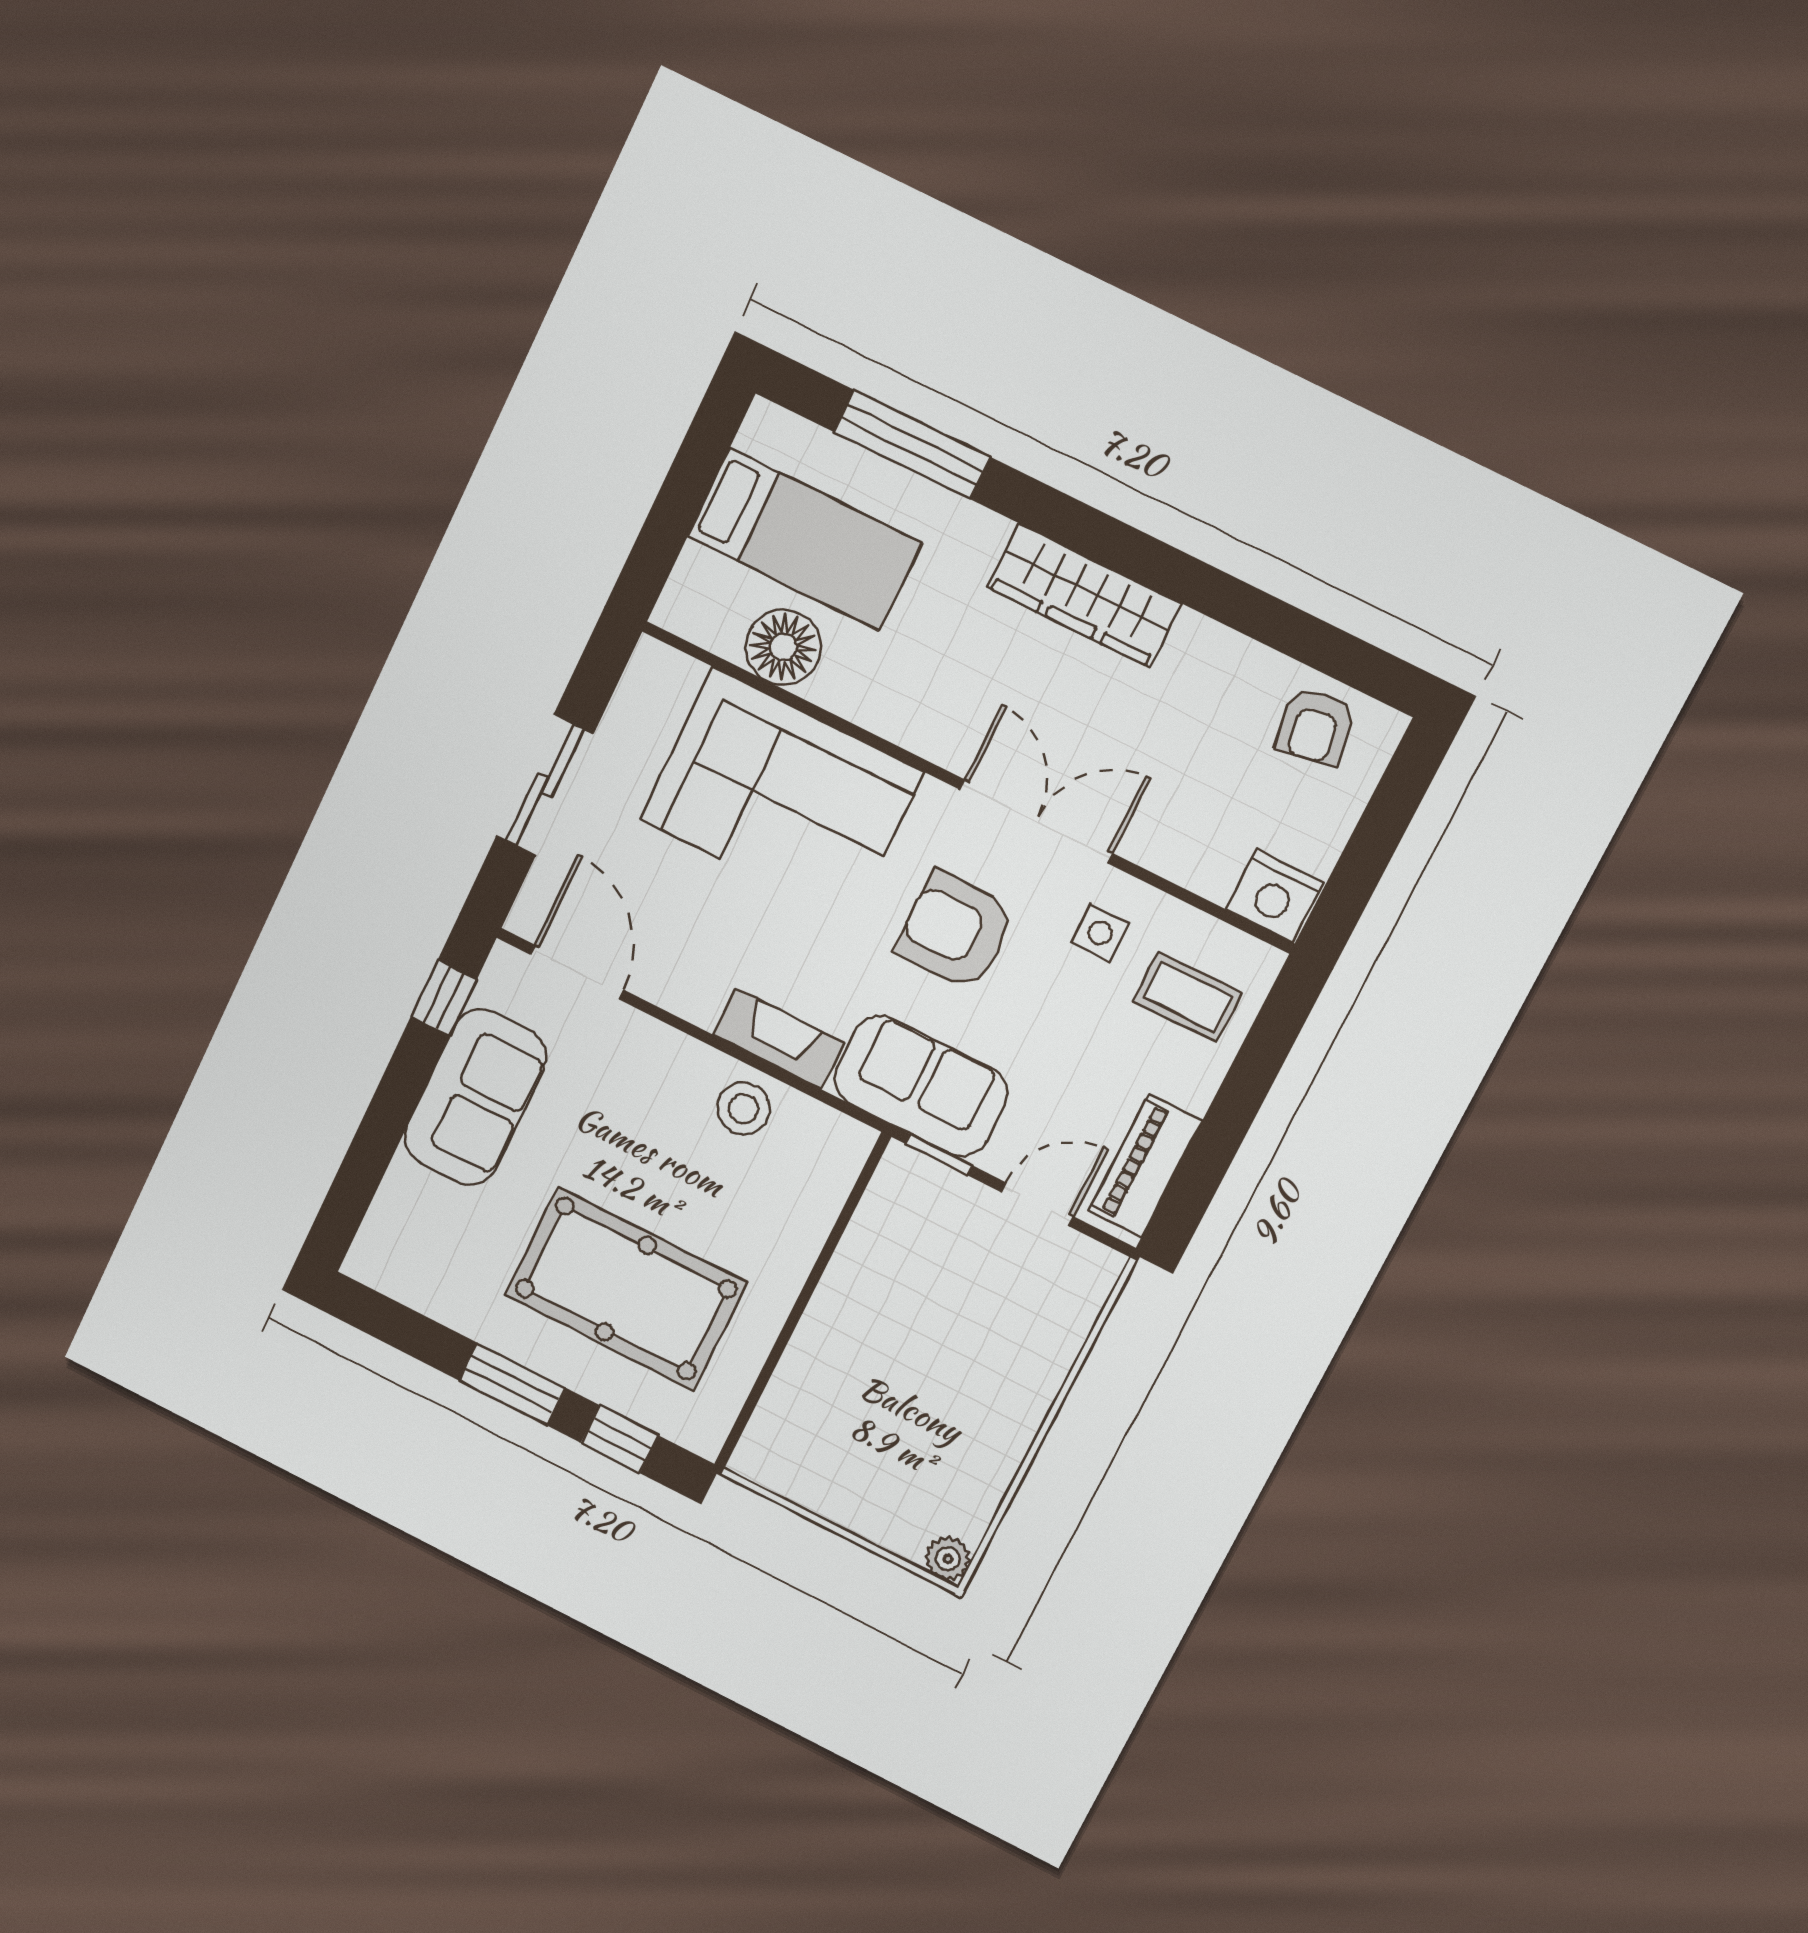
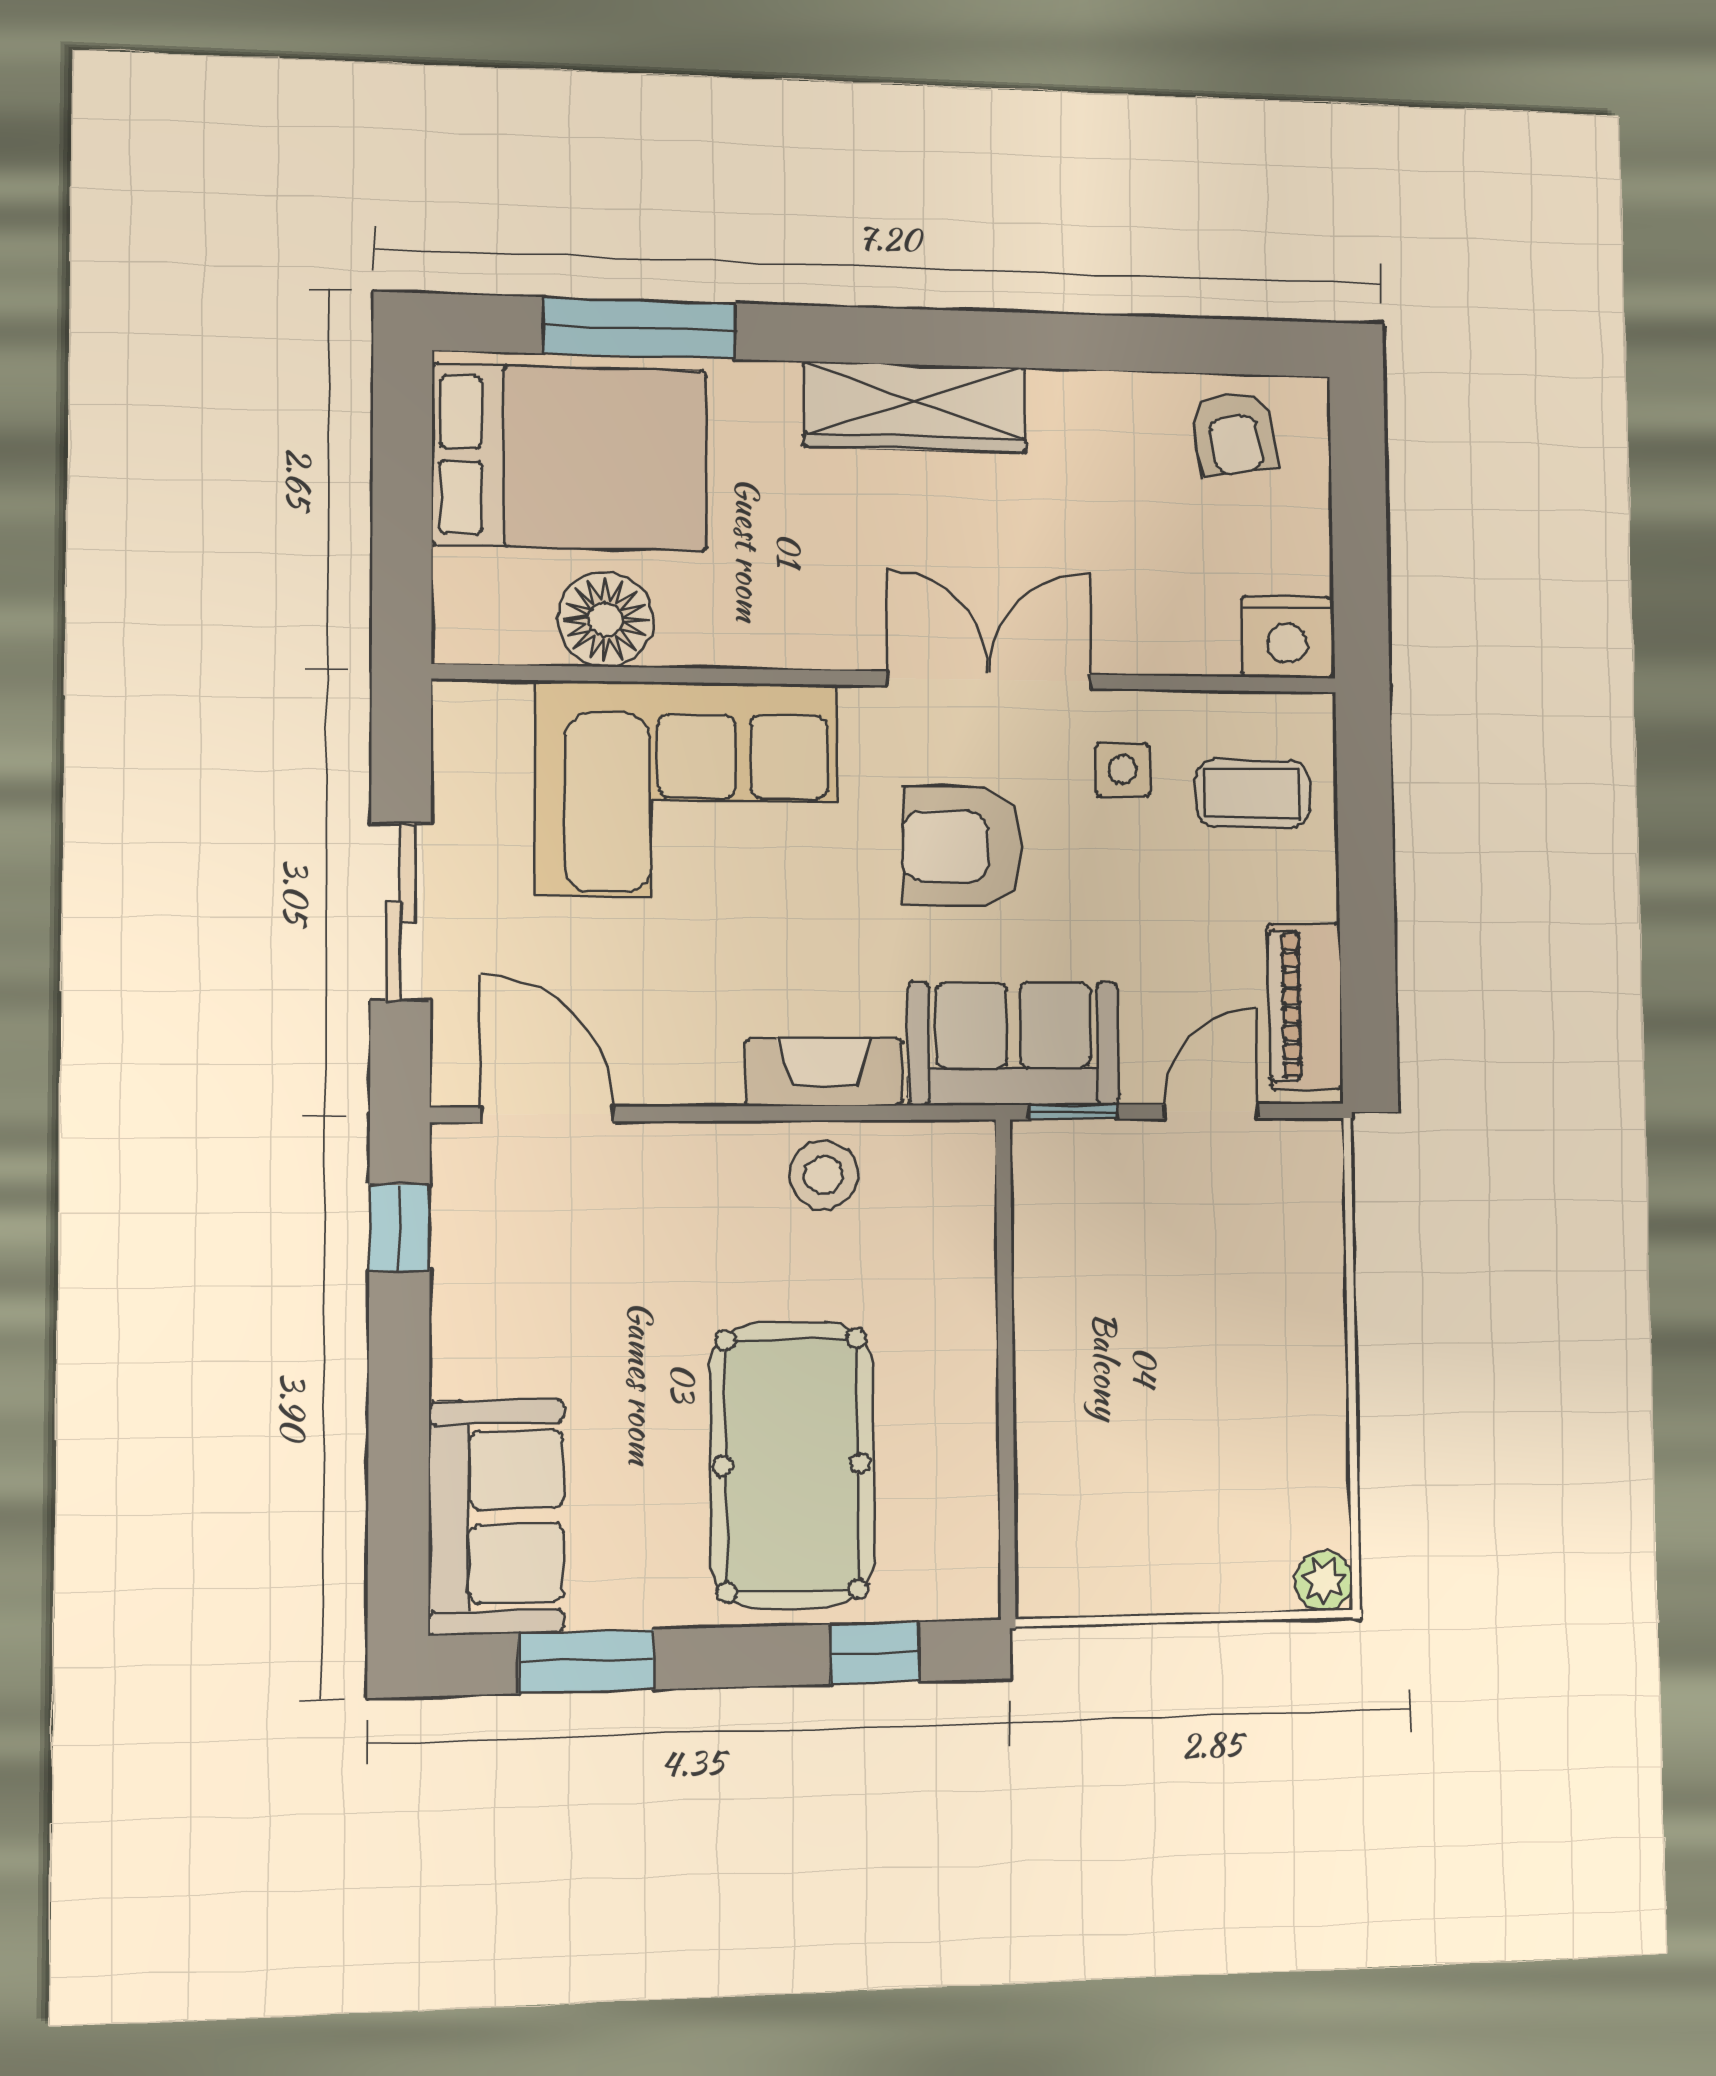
bed: (804, 539) -> (570, 457), width x1.50
sofa: (475, 1097) -> (496, 1517), moved
pool table: (626, 1289) -> (792, 1465), turned 90
window: (512, 1384) -> (586, 1661), moved

